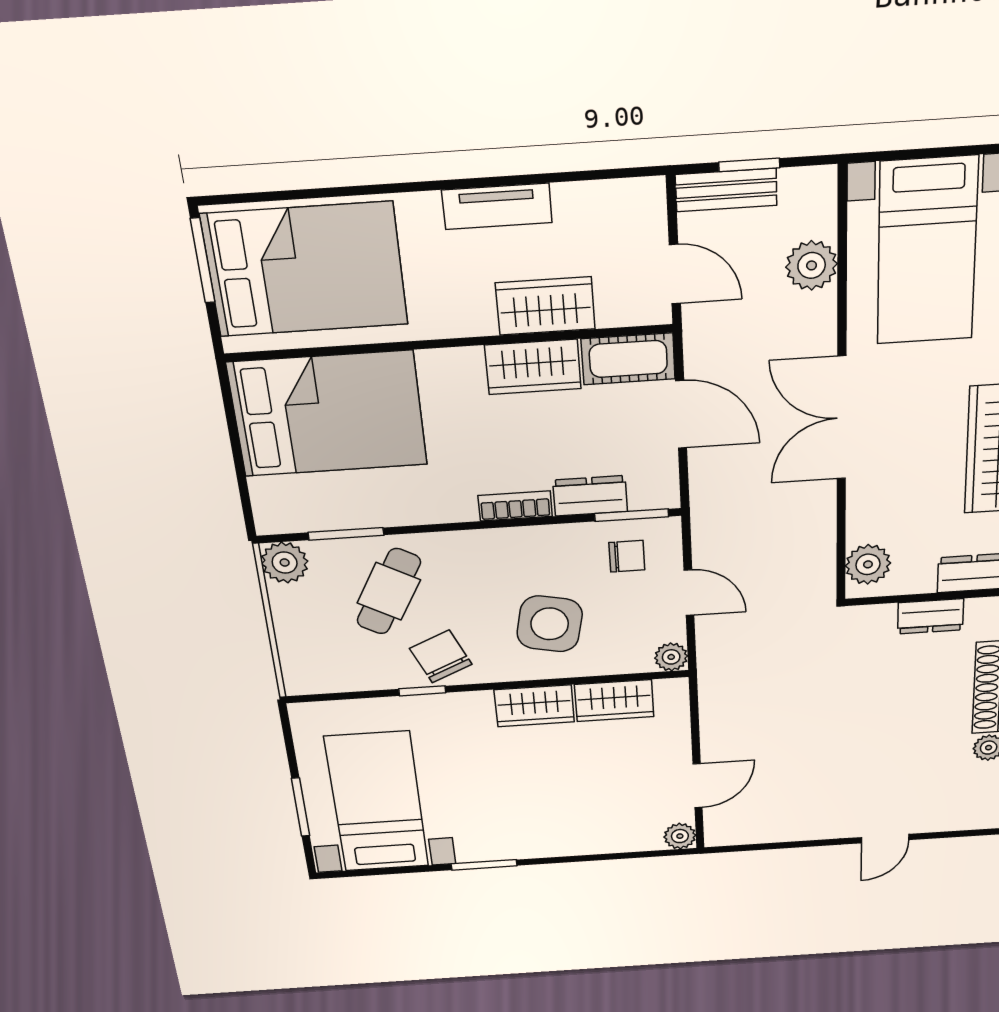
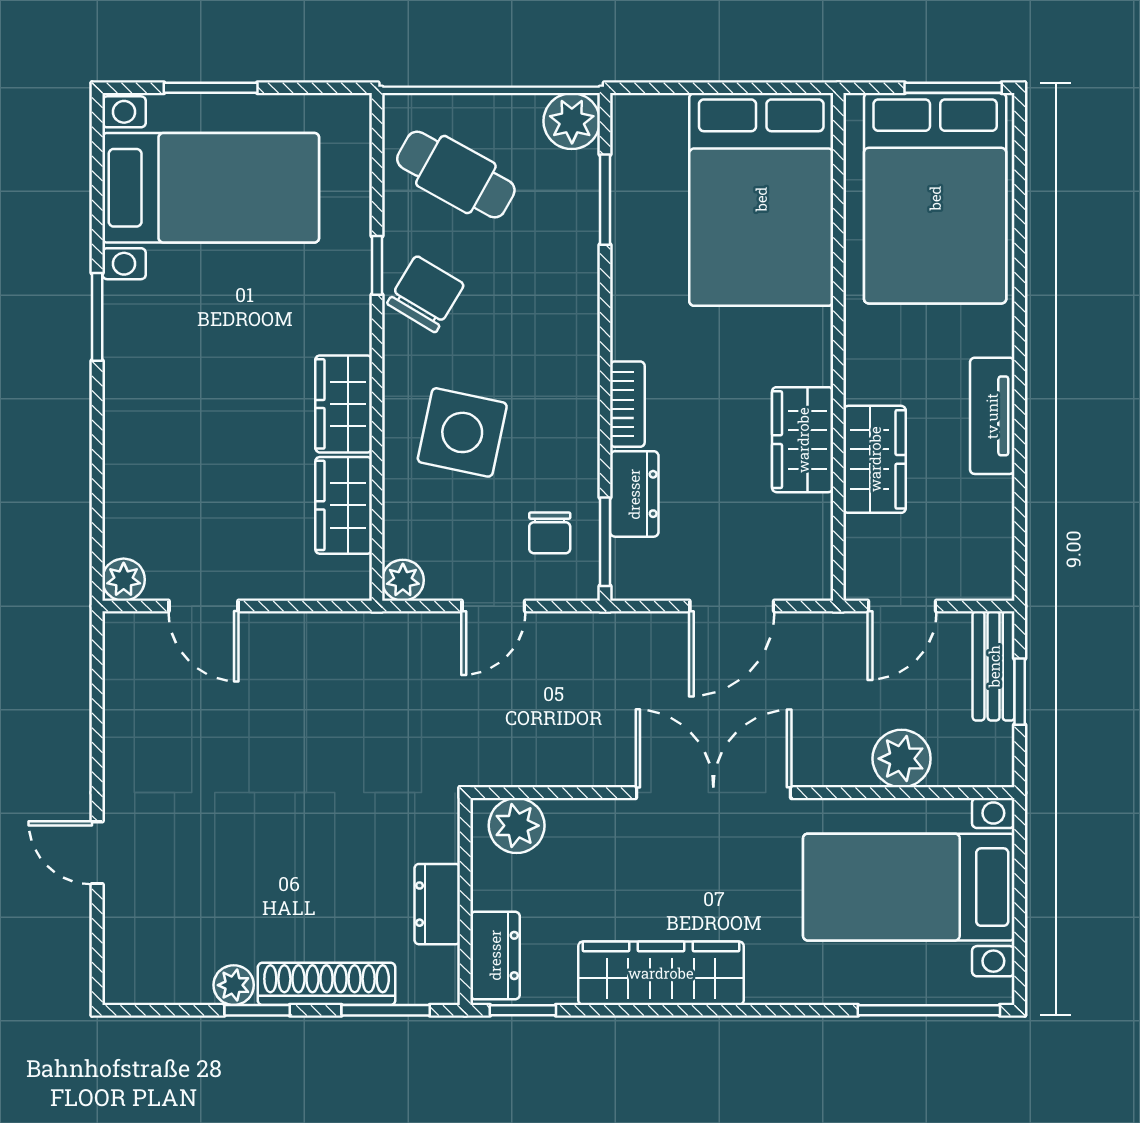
cot: (628, 359) -> (805, 549), removed
cafe table: (389, 591) -> (456, 175), moved
chair: (441, 656) -> (426, 294), turned -35

